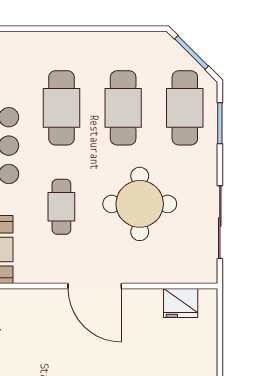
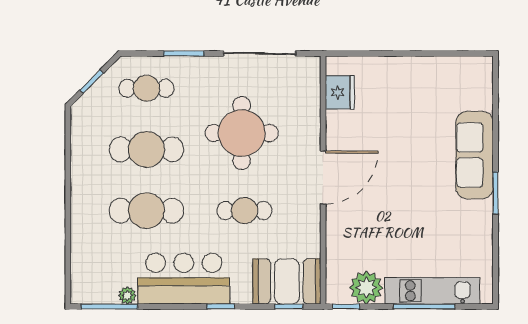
window: (191, 53) -> (92, 82), width x0.67
cafe table: (185, 108) -> (146, 88), width x0.73, depth x0.74
window: (220, 123) -> (184, 54), moved

